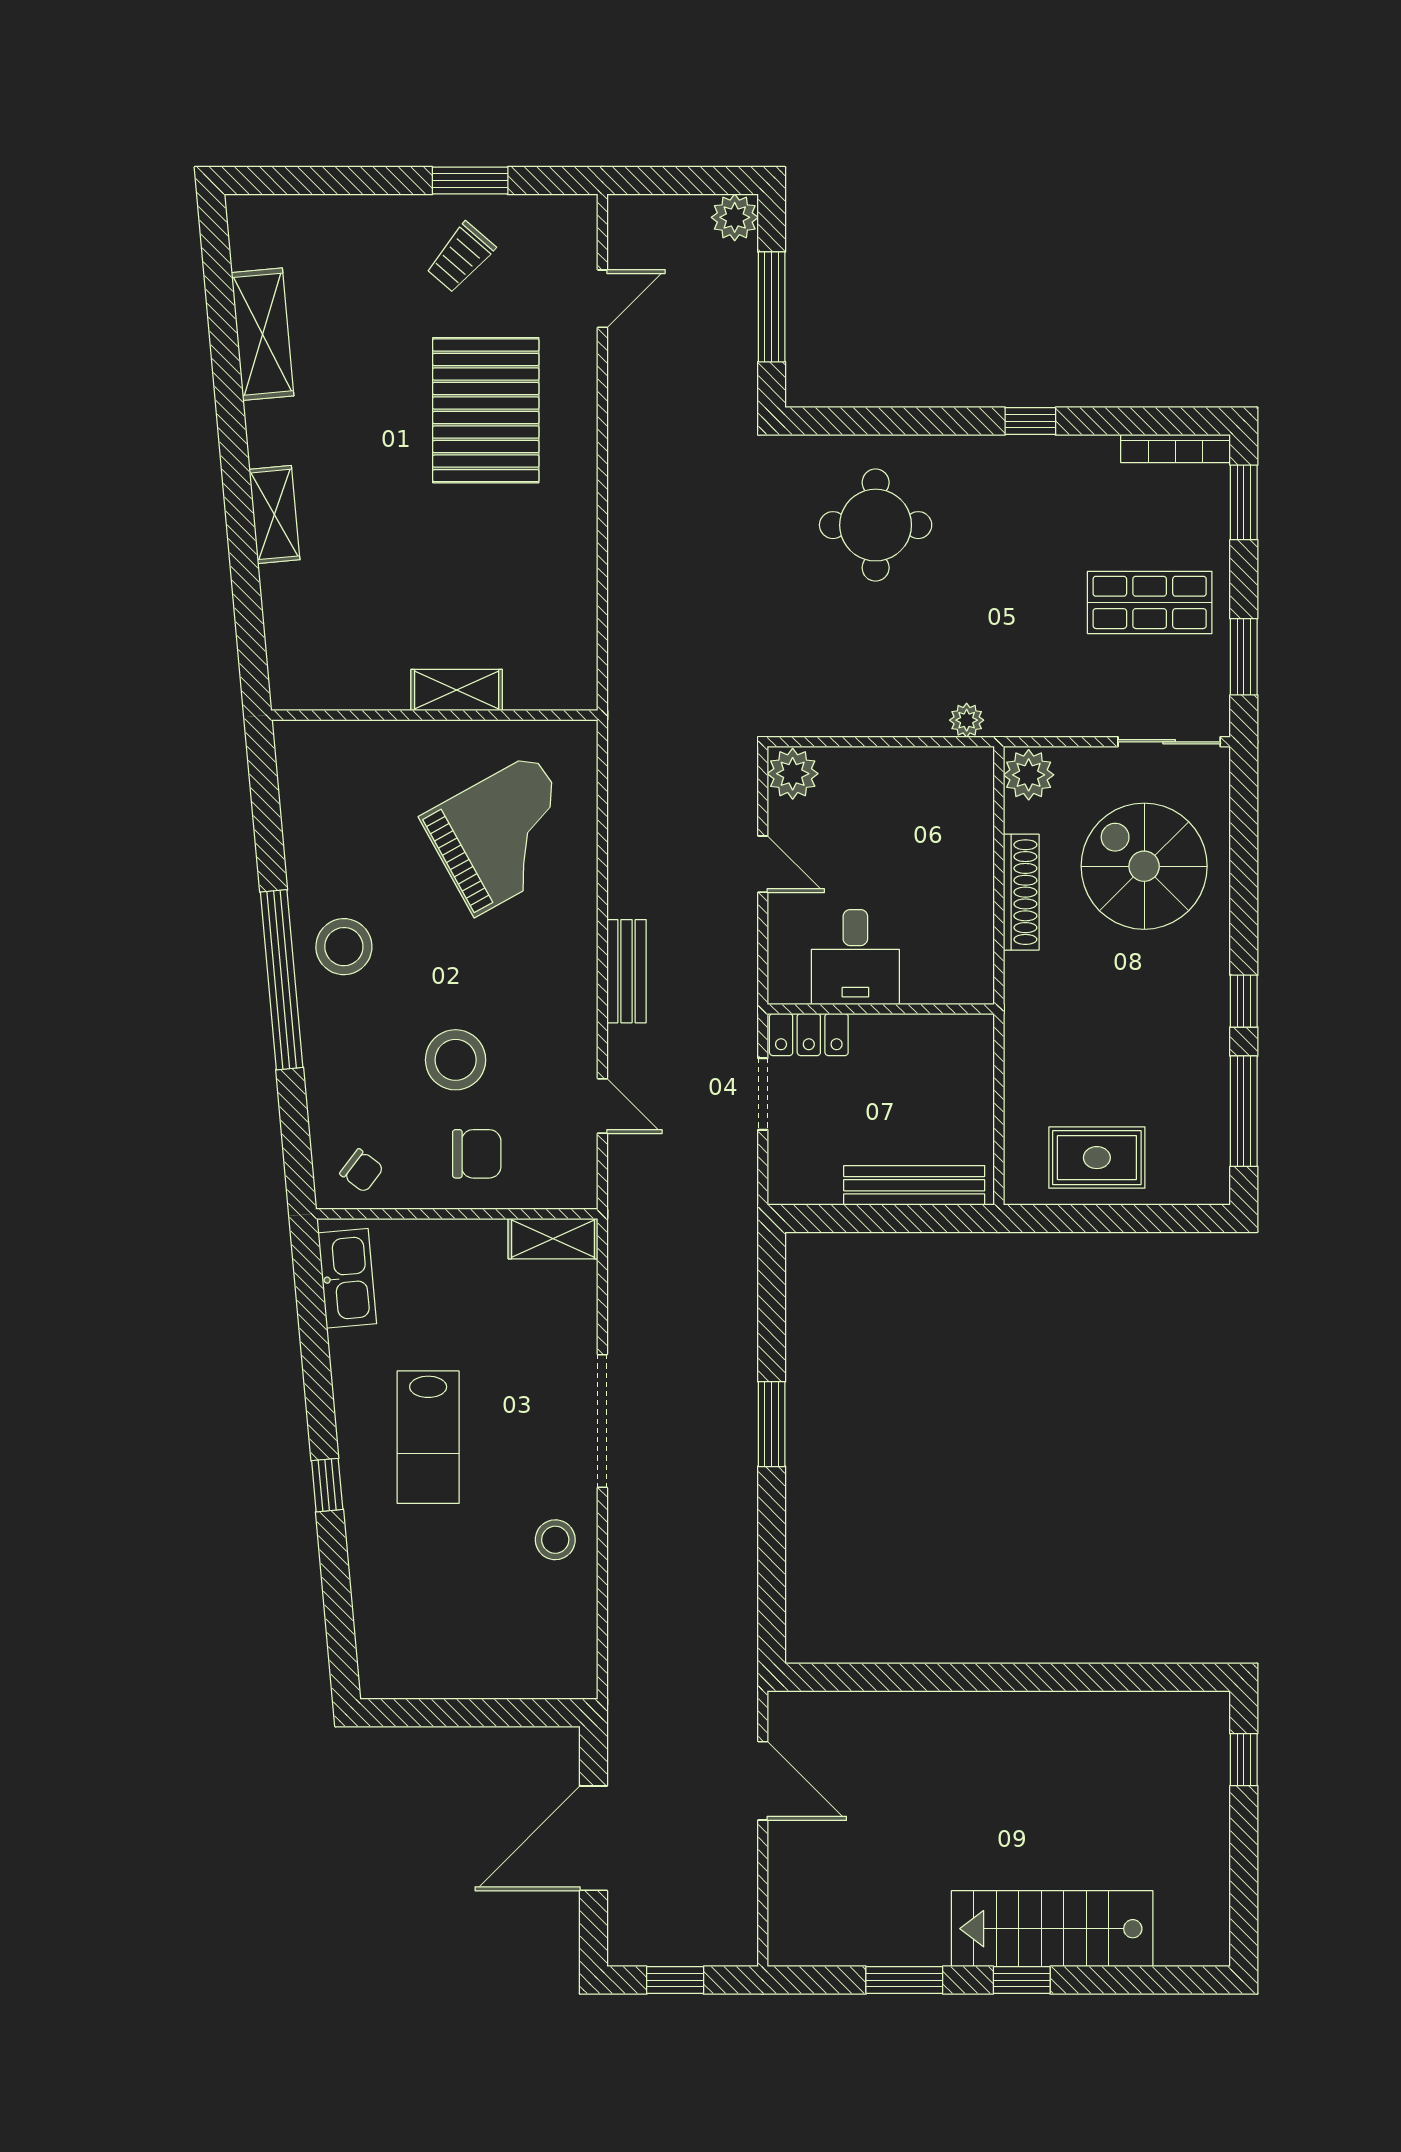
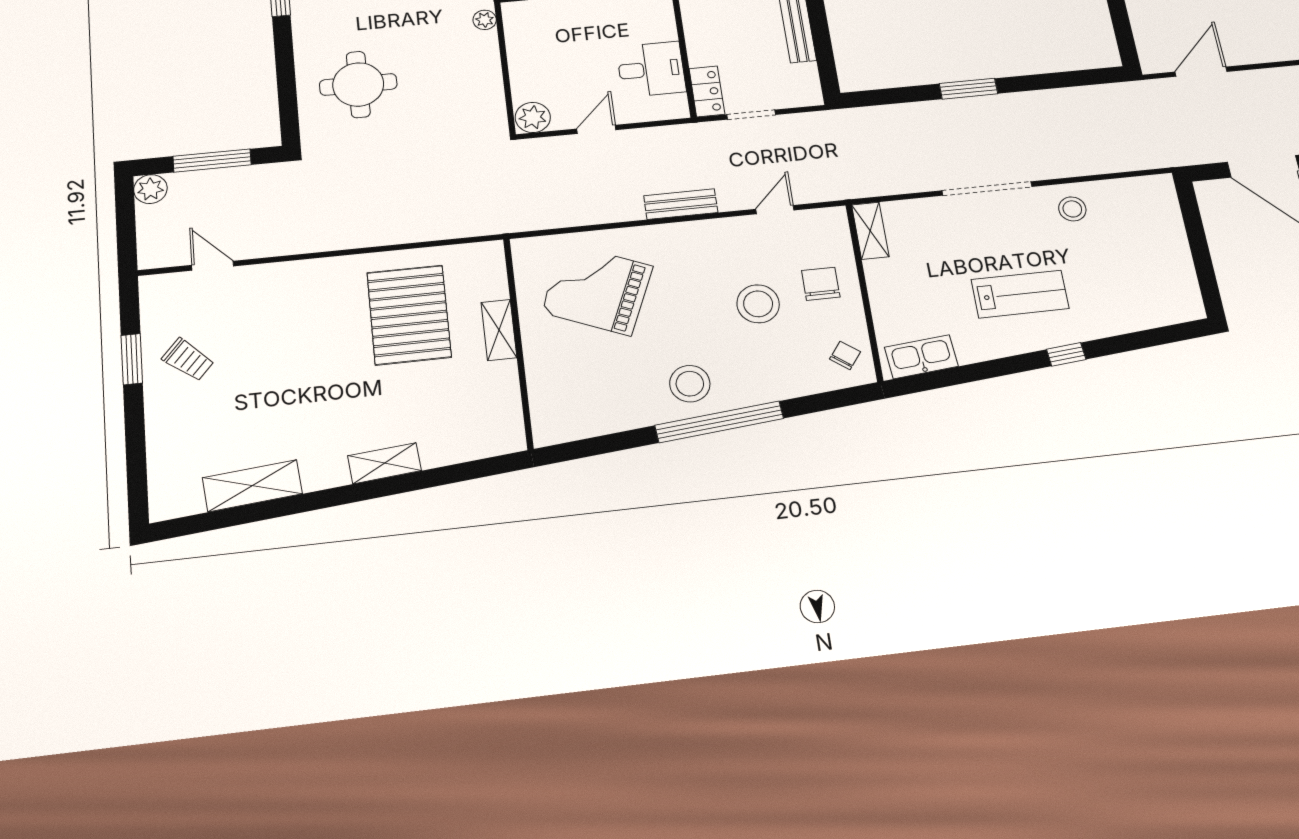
pallet: (486, 410) -> (409, 315), moved, turned 90
grand piano: (504, 835) -> (597, 289), turned -38

